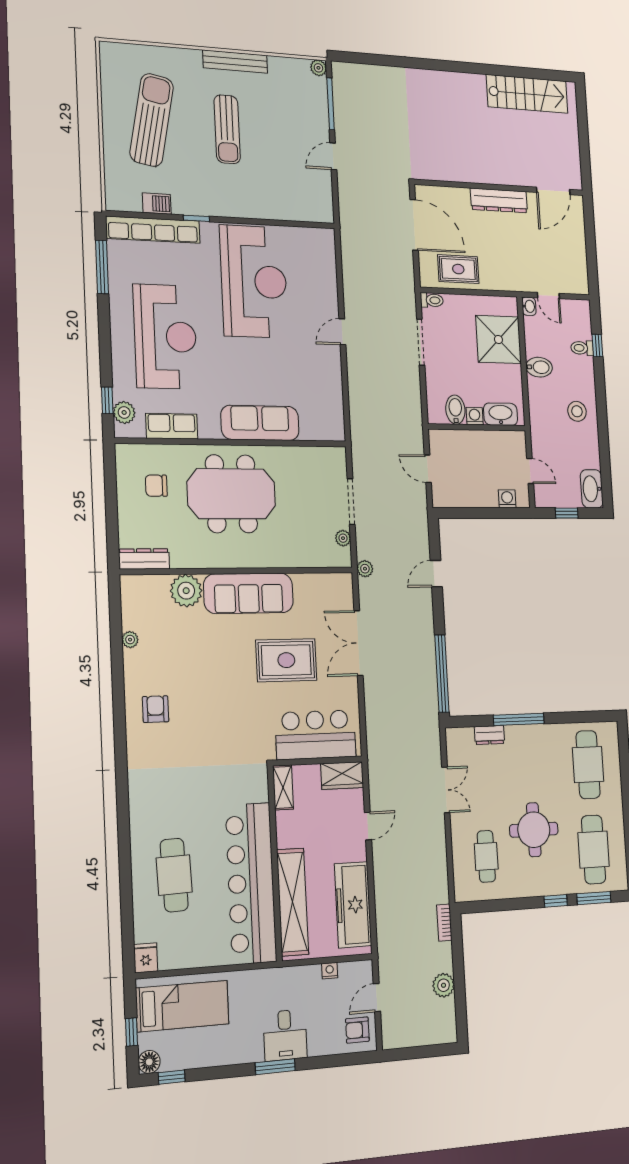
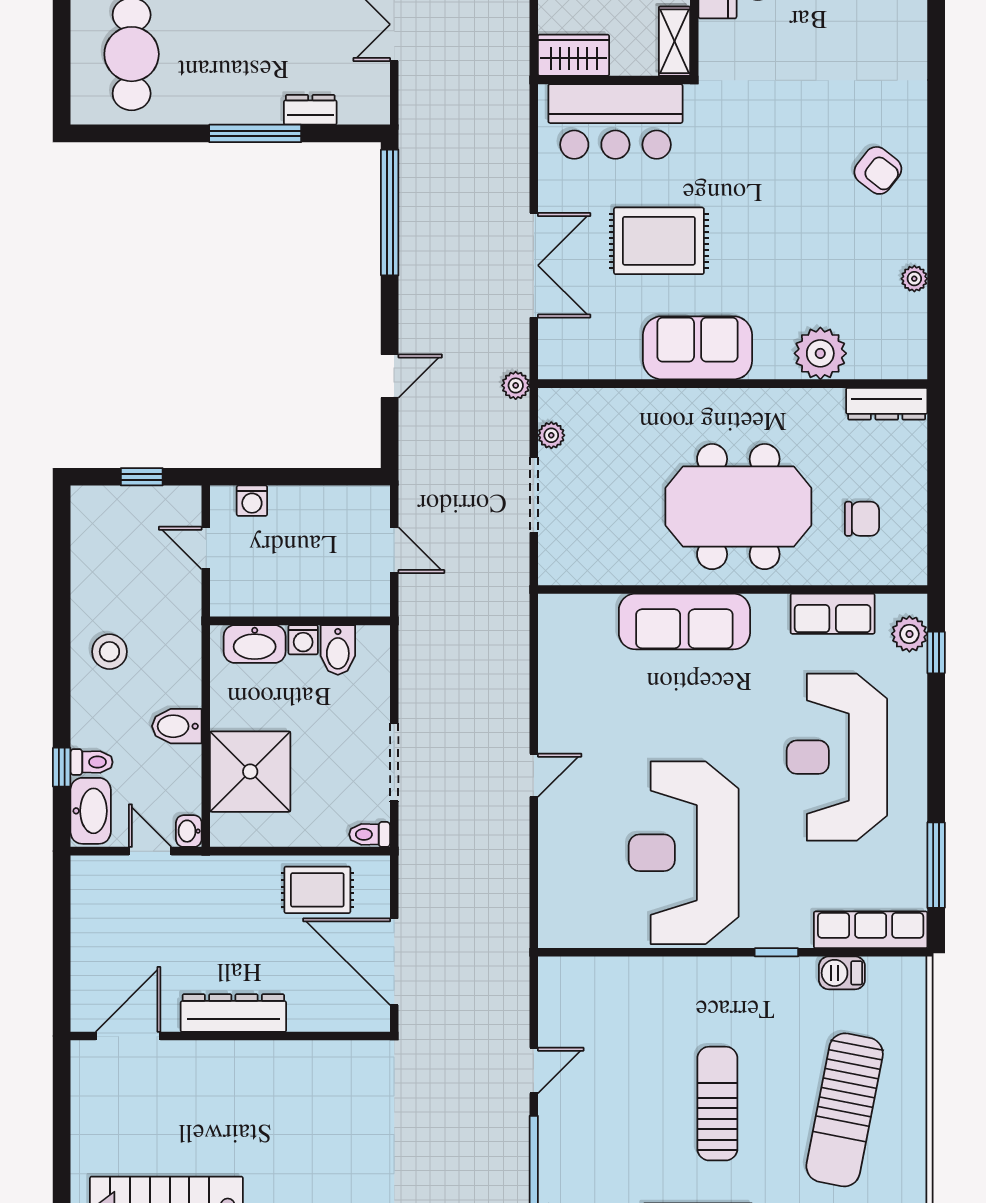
row of seats: (153, 230) -> (871, 930), width x0.73
washbasin: (592, 489) -> (91, 811), moved
sofa: (249, 593) -> (698, 348), width x0.73
armchair: (156, 709) -> (878, 170), turned -52

